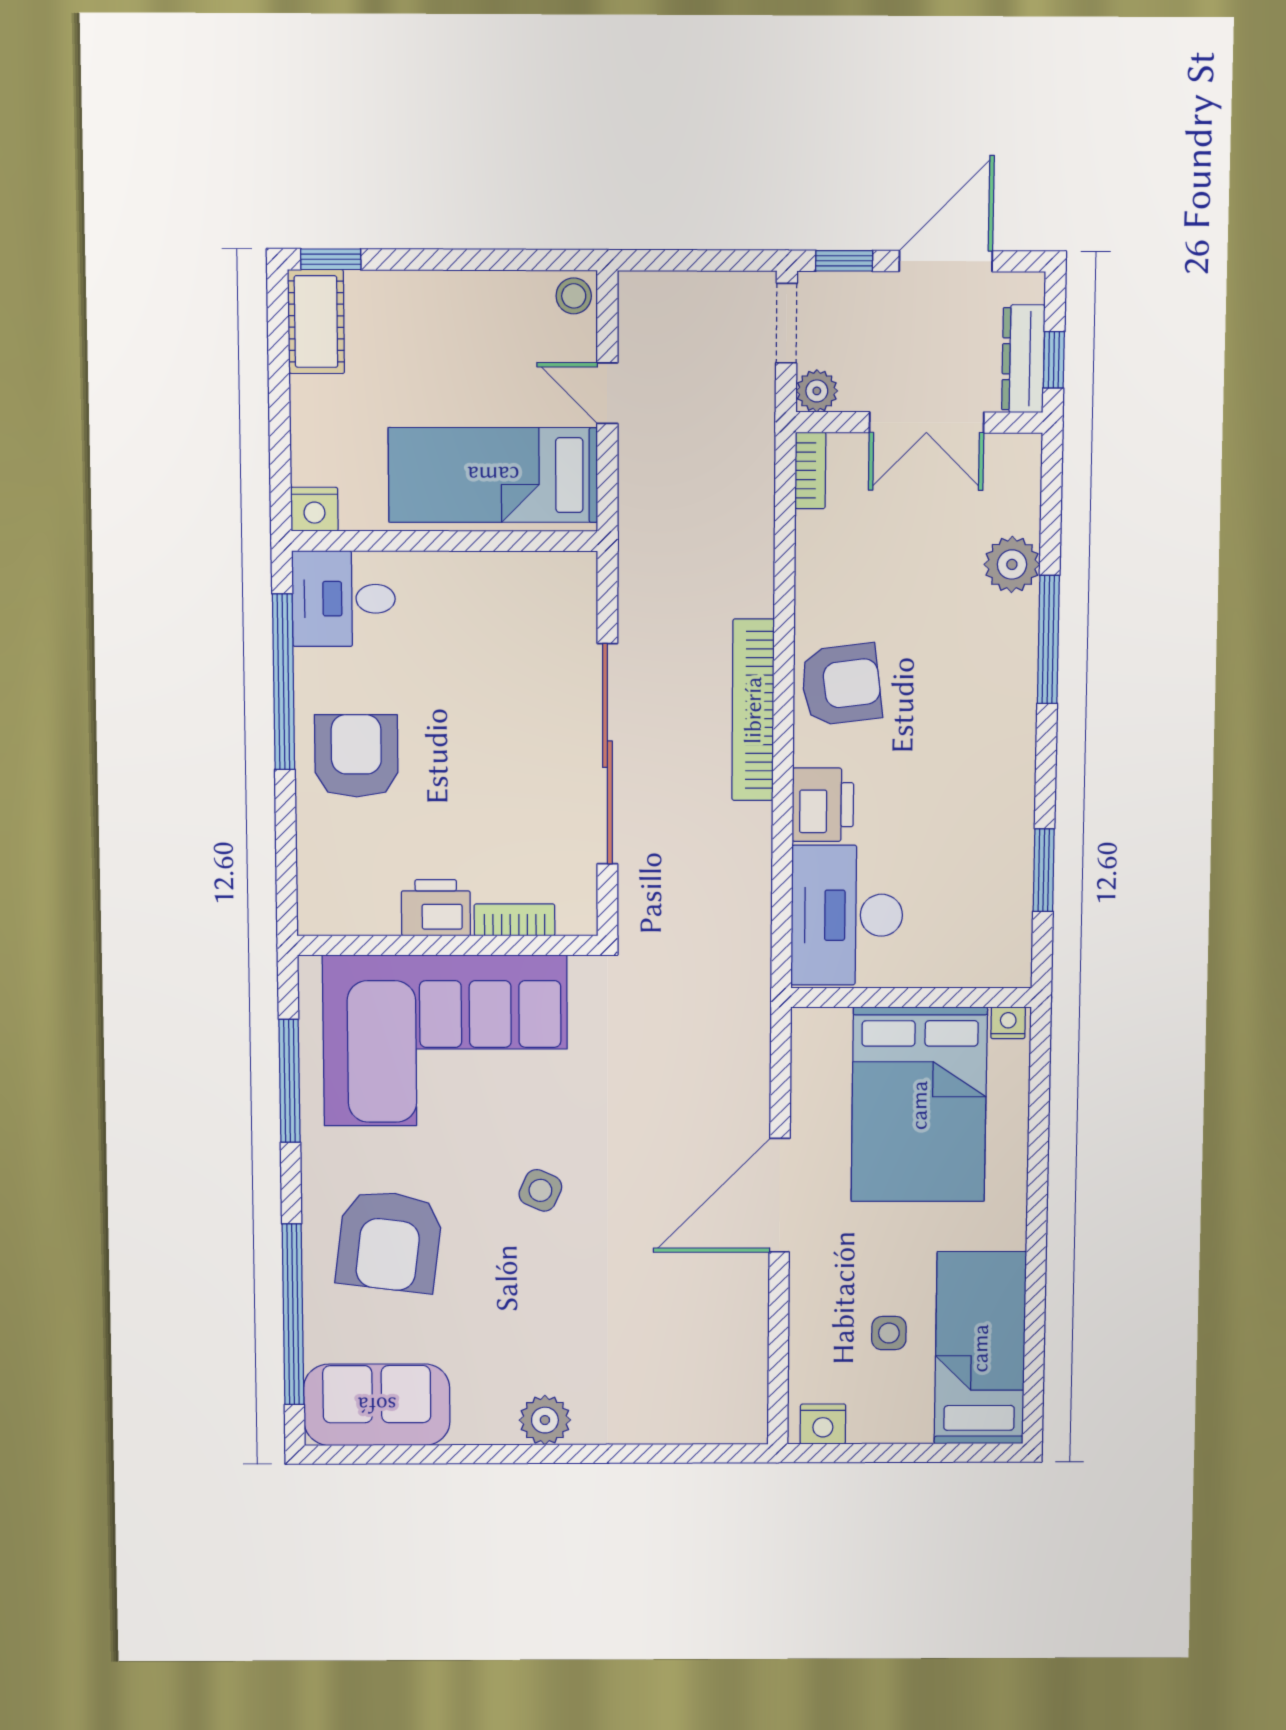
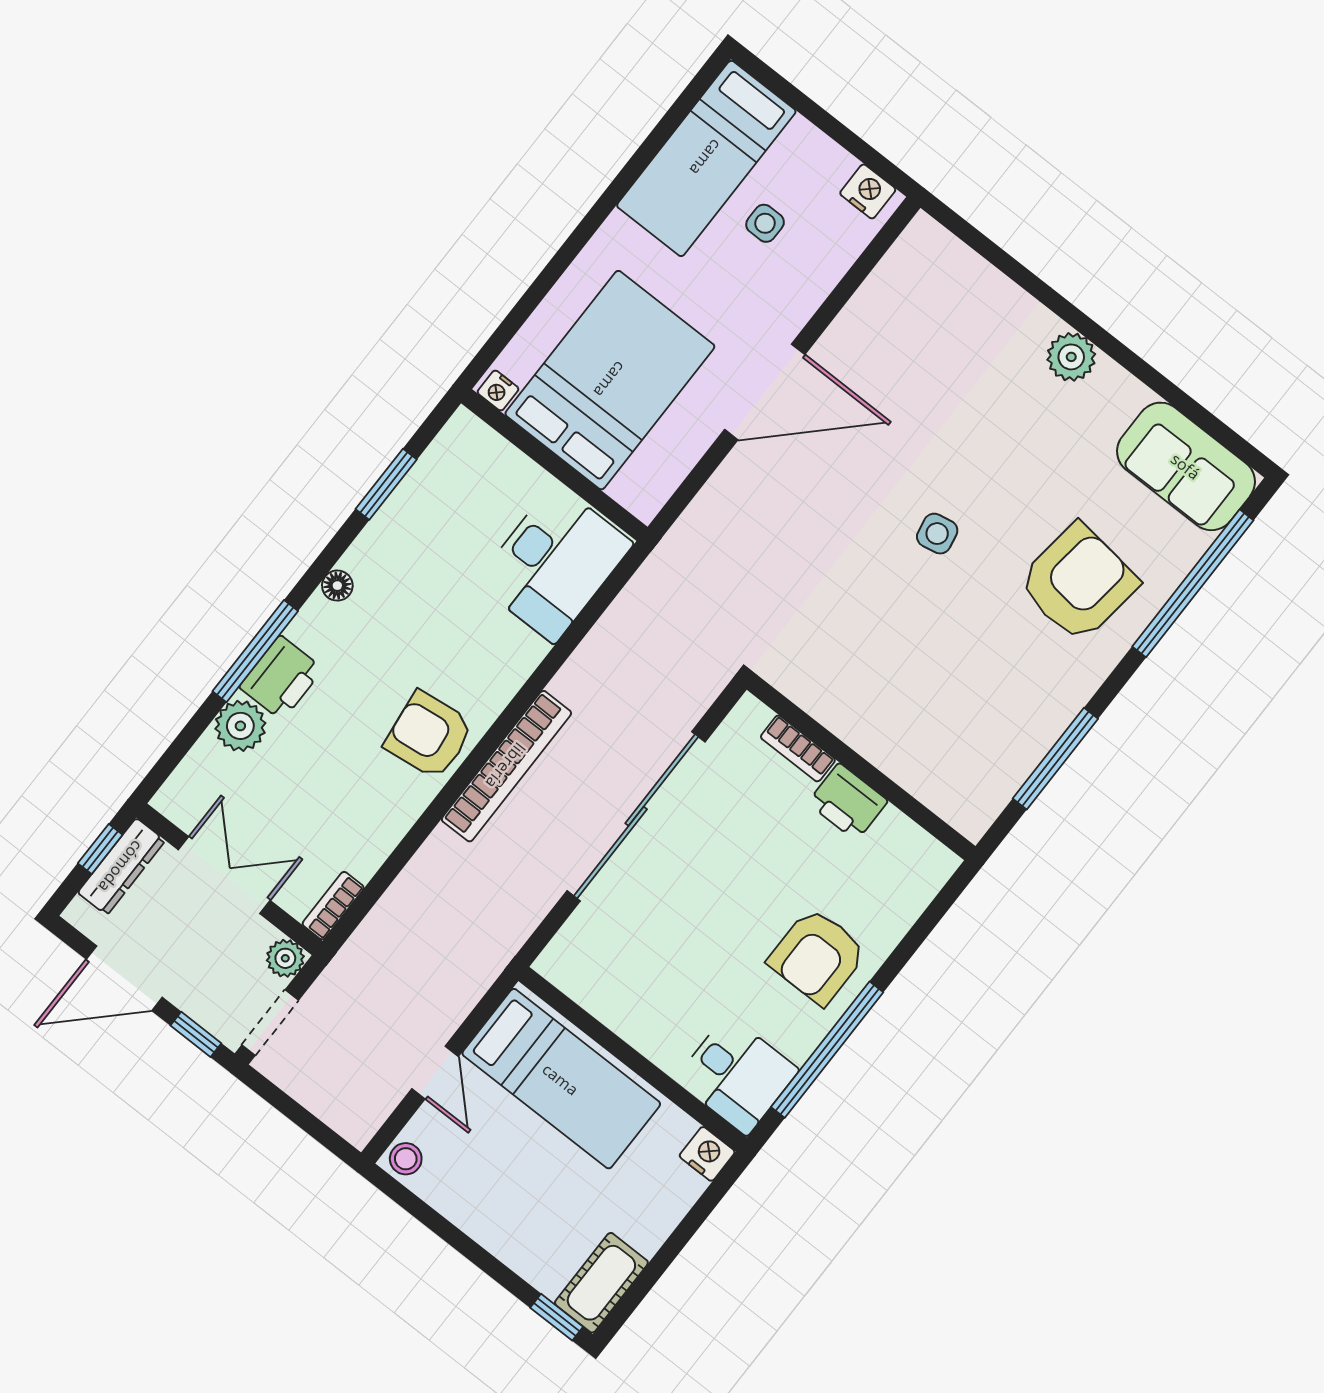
floor lamp: (1020, 751) -> (337, 586), added
printer: (823, 805) -> (281, 678), moved, turned 180
corner sofa: (445, 1041) -> (918, 699), removed
side table: (540, 1190) -> (937, 534), turned -35

